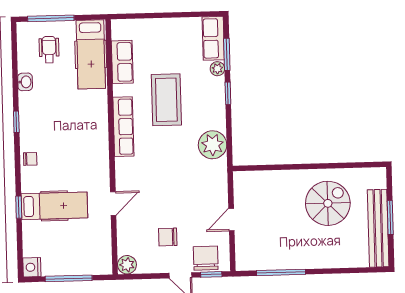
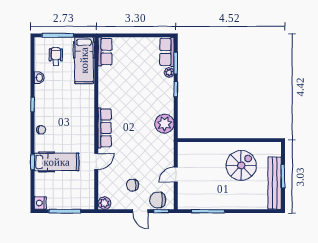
row of seats: (122, 62) -> (105, 52), moved
coffee table: (166, 100) -> (134, 92), removed
row of seats: (123, 127) -> (105, 128), moved
chair: (206, 258) -> (158, 200), turned -90

